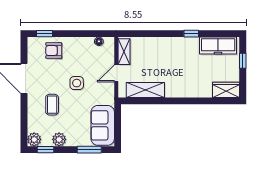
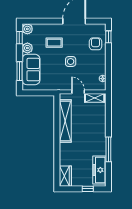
window: (191, 34) -> (108, 149), width x2.17
shelving: (145, 90) -> (65, 121), width x1.47
sofa: (103, 125) -> (31, 70), moved, turned 90

